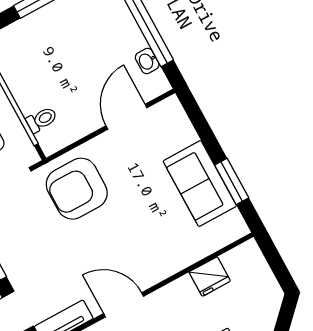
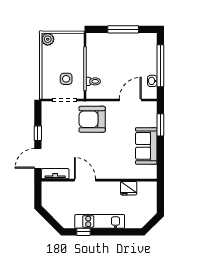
window: (232, 181) -> (160, 125), moved

